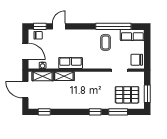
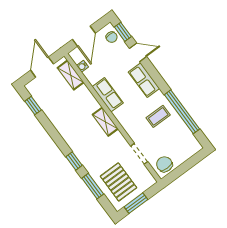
row of seats: (132, 35) -> (144, 80), moved
shelving: (64, 76) -> (105, 122), moved

